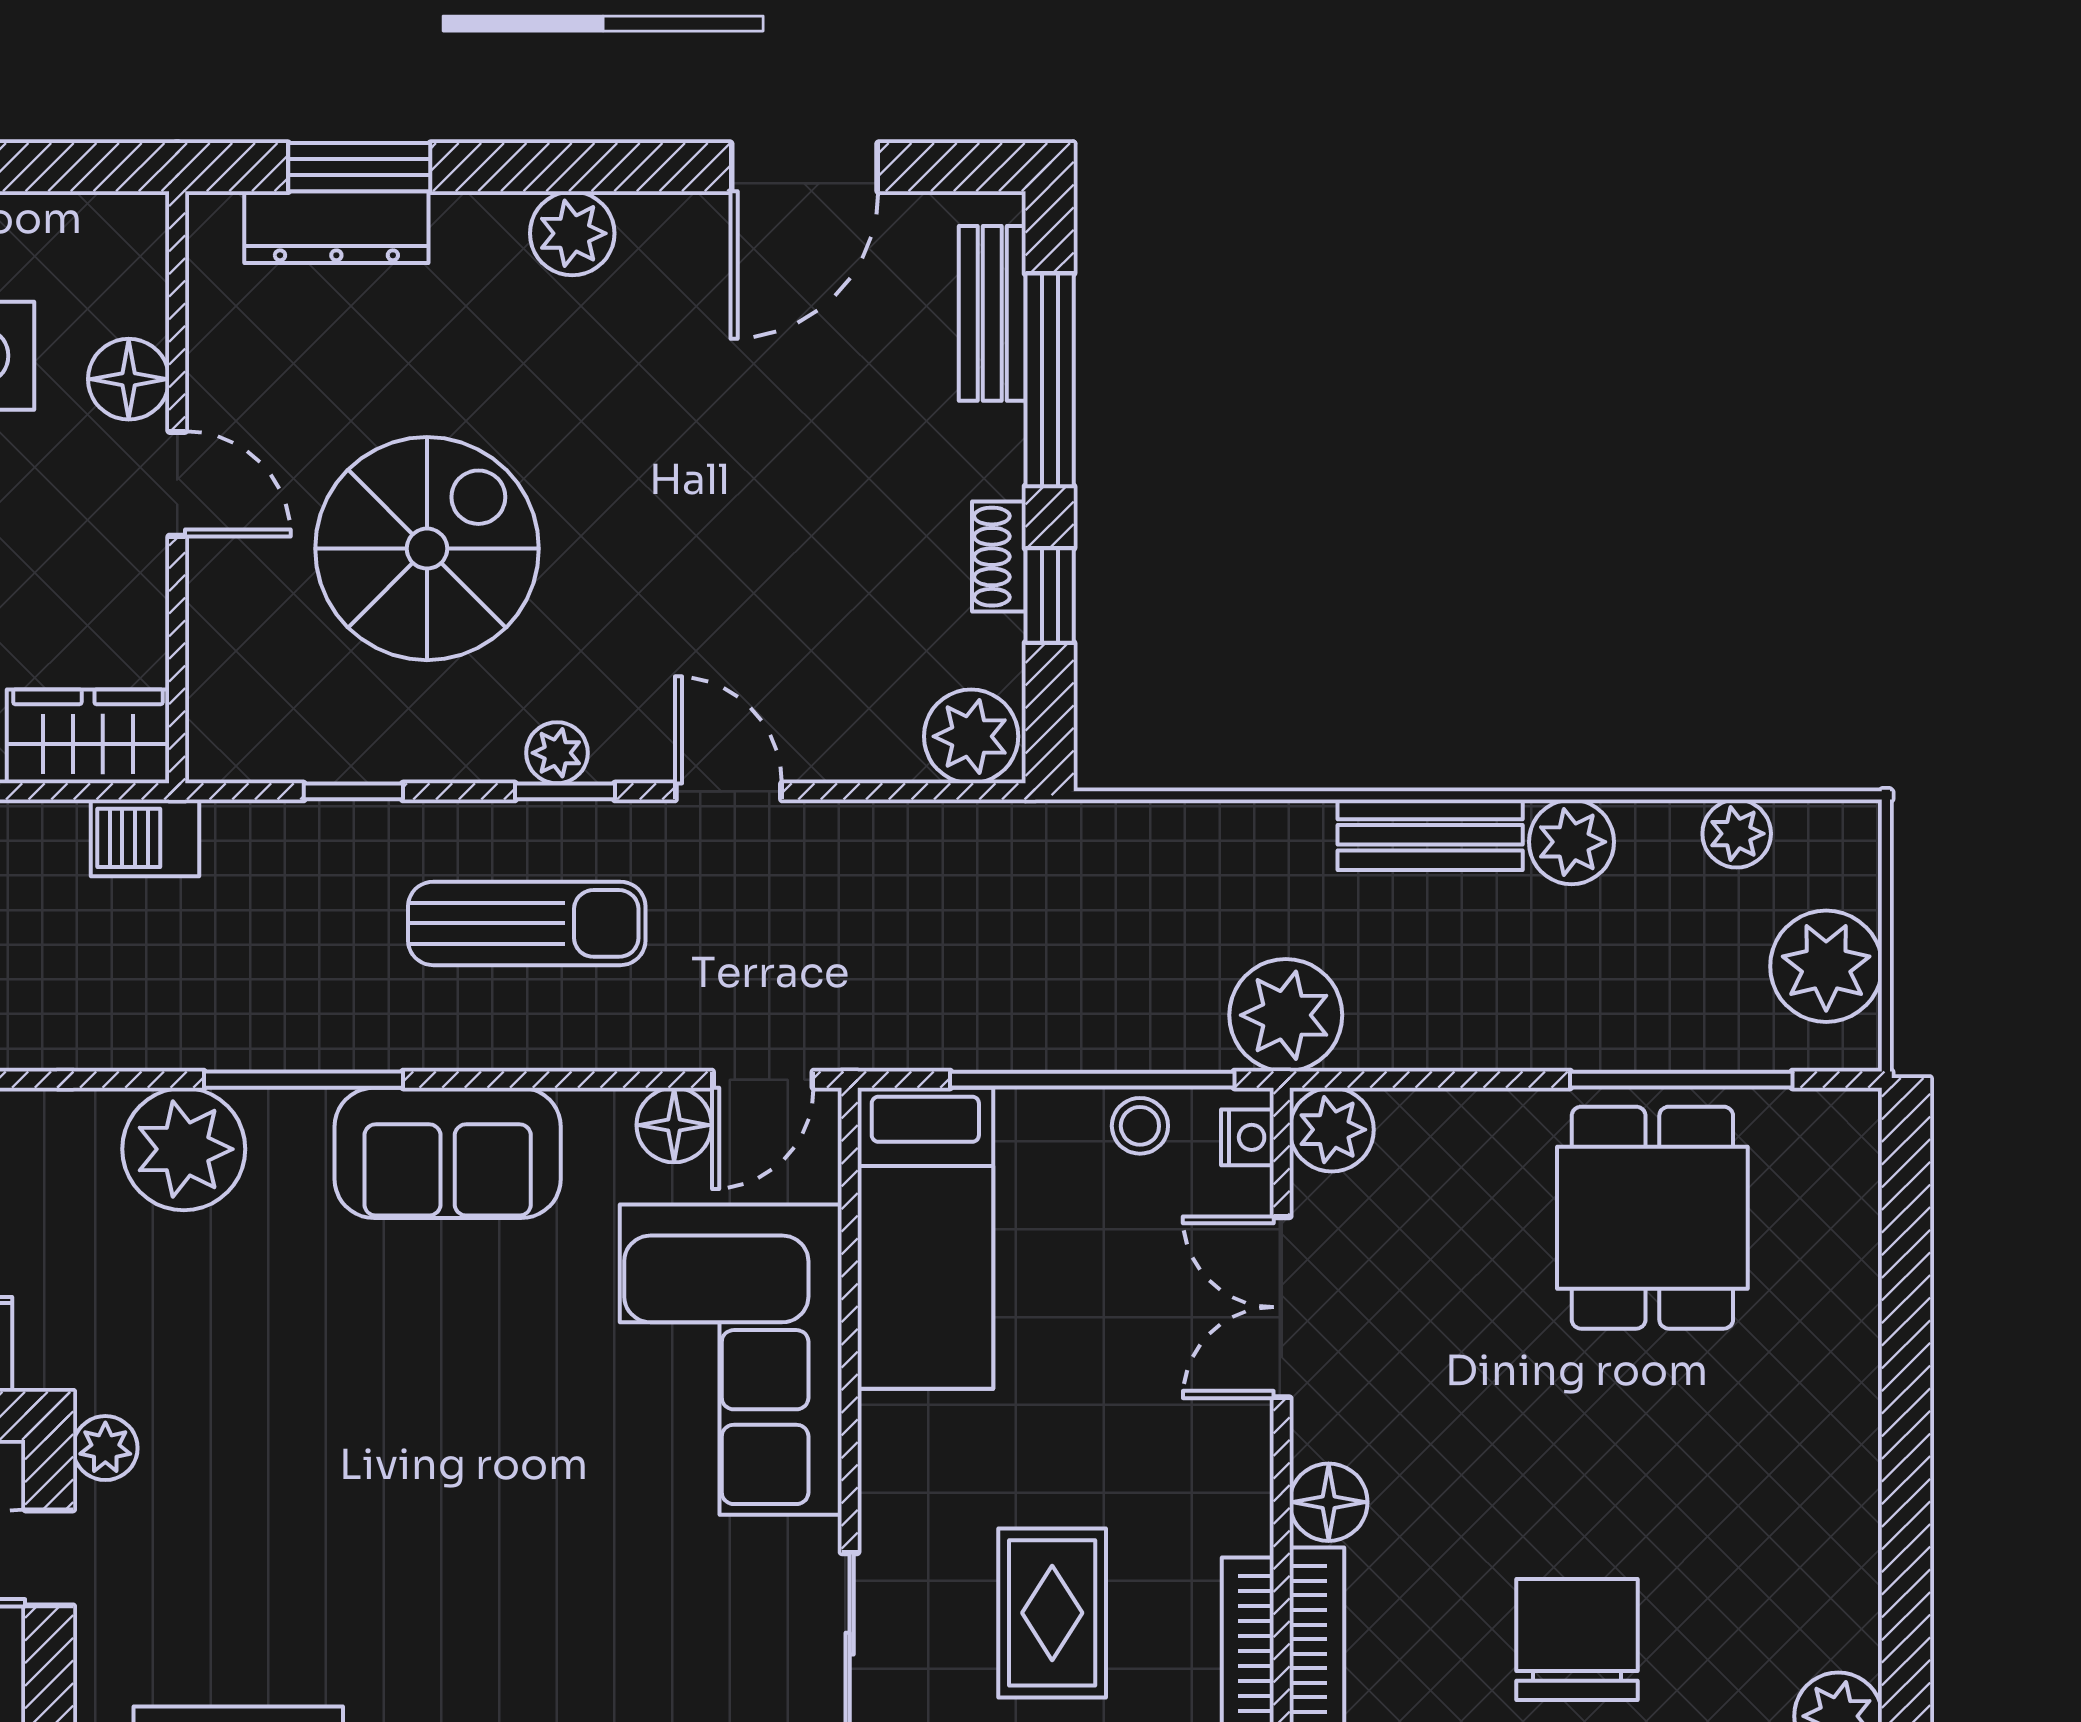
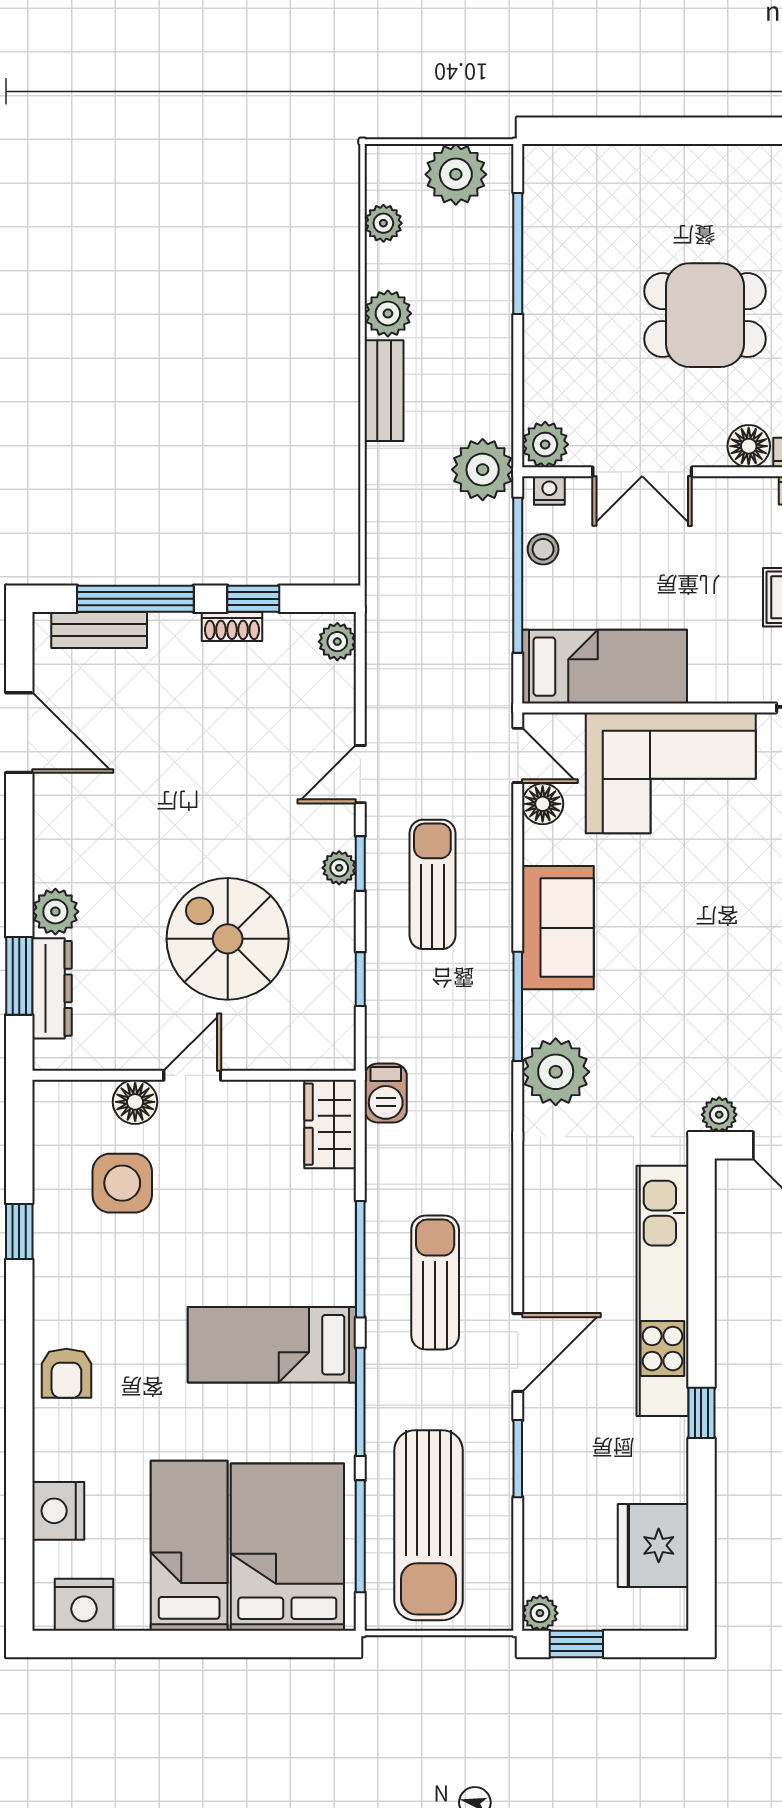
plant: (572, 233) -> (55, 912), moved
plant: (971, 736) -> (337, 642), width x0.73, depth x0.73
dining table: (1652, 1218) -> (705, 315), moved

